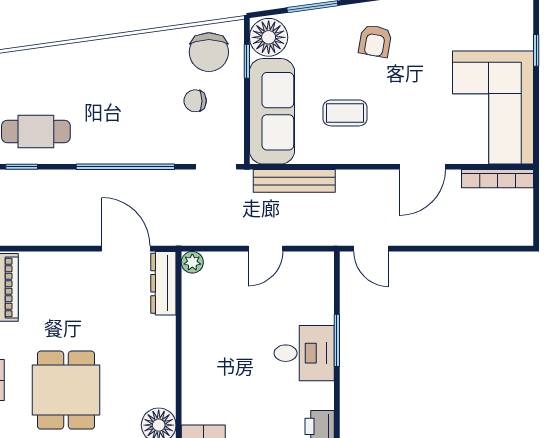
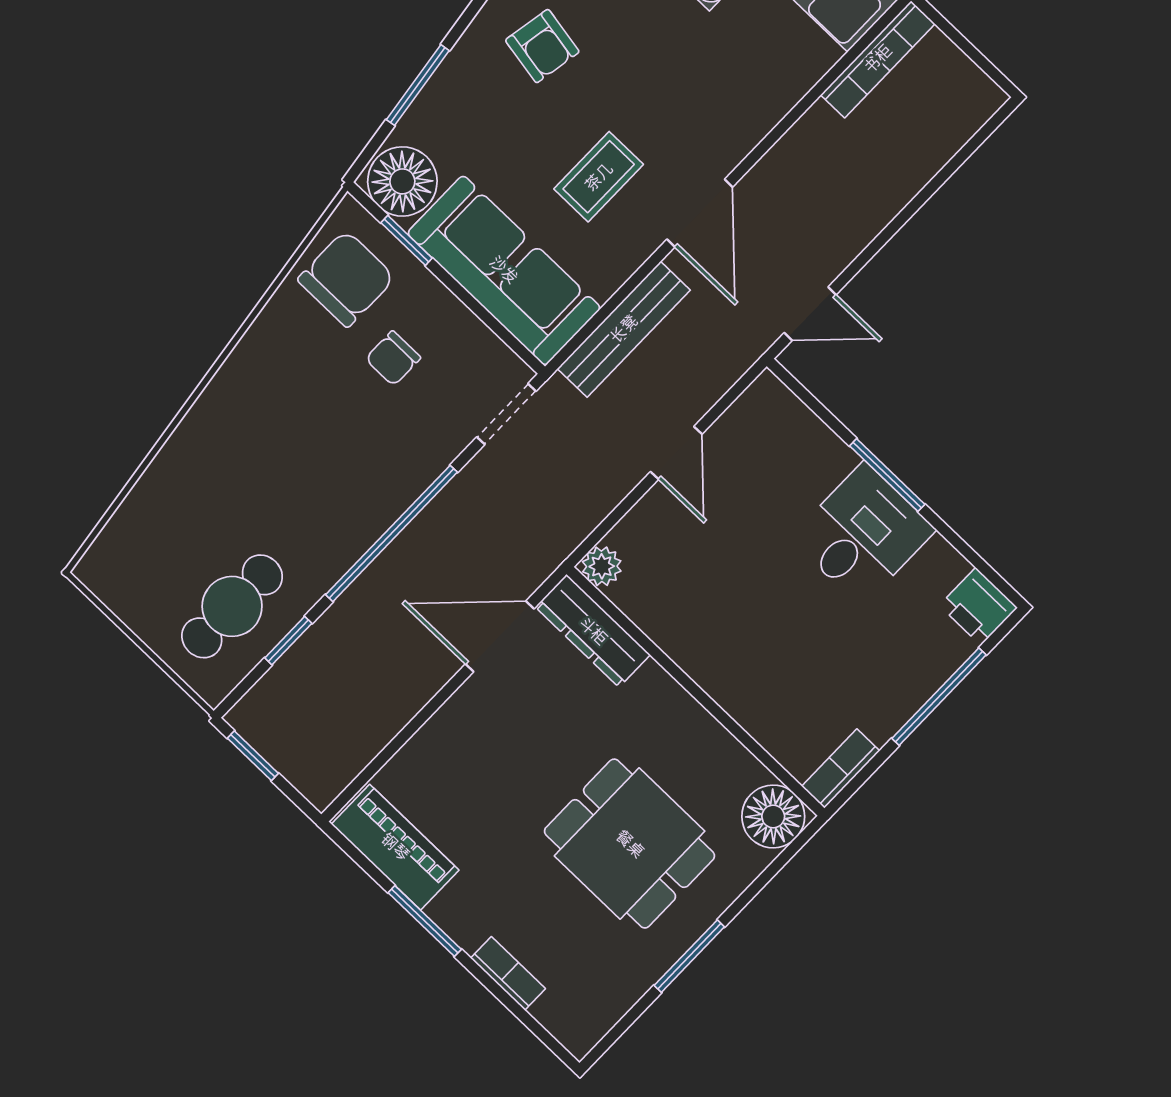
chair: (209, 52) -> (346, 279), turned -90
window: (22, 167) -> (288, 641), moved
door: (422, 167) -> (700, 213), moved
dining table: (66, 390) -> (630, 844), moved

